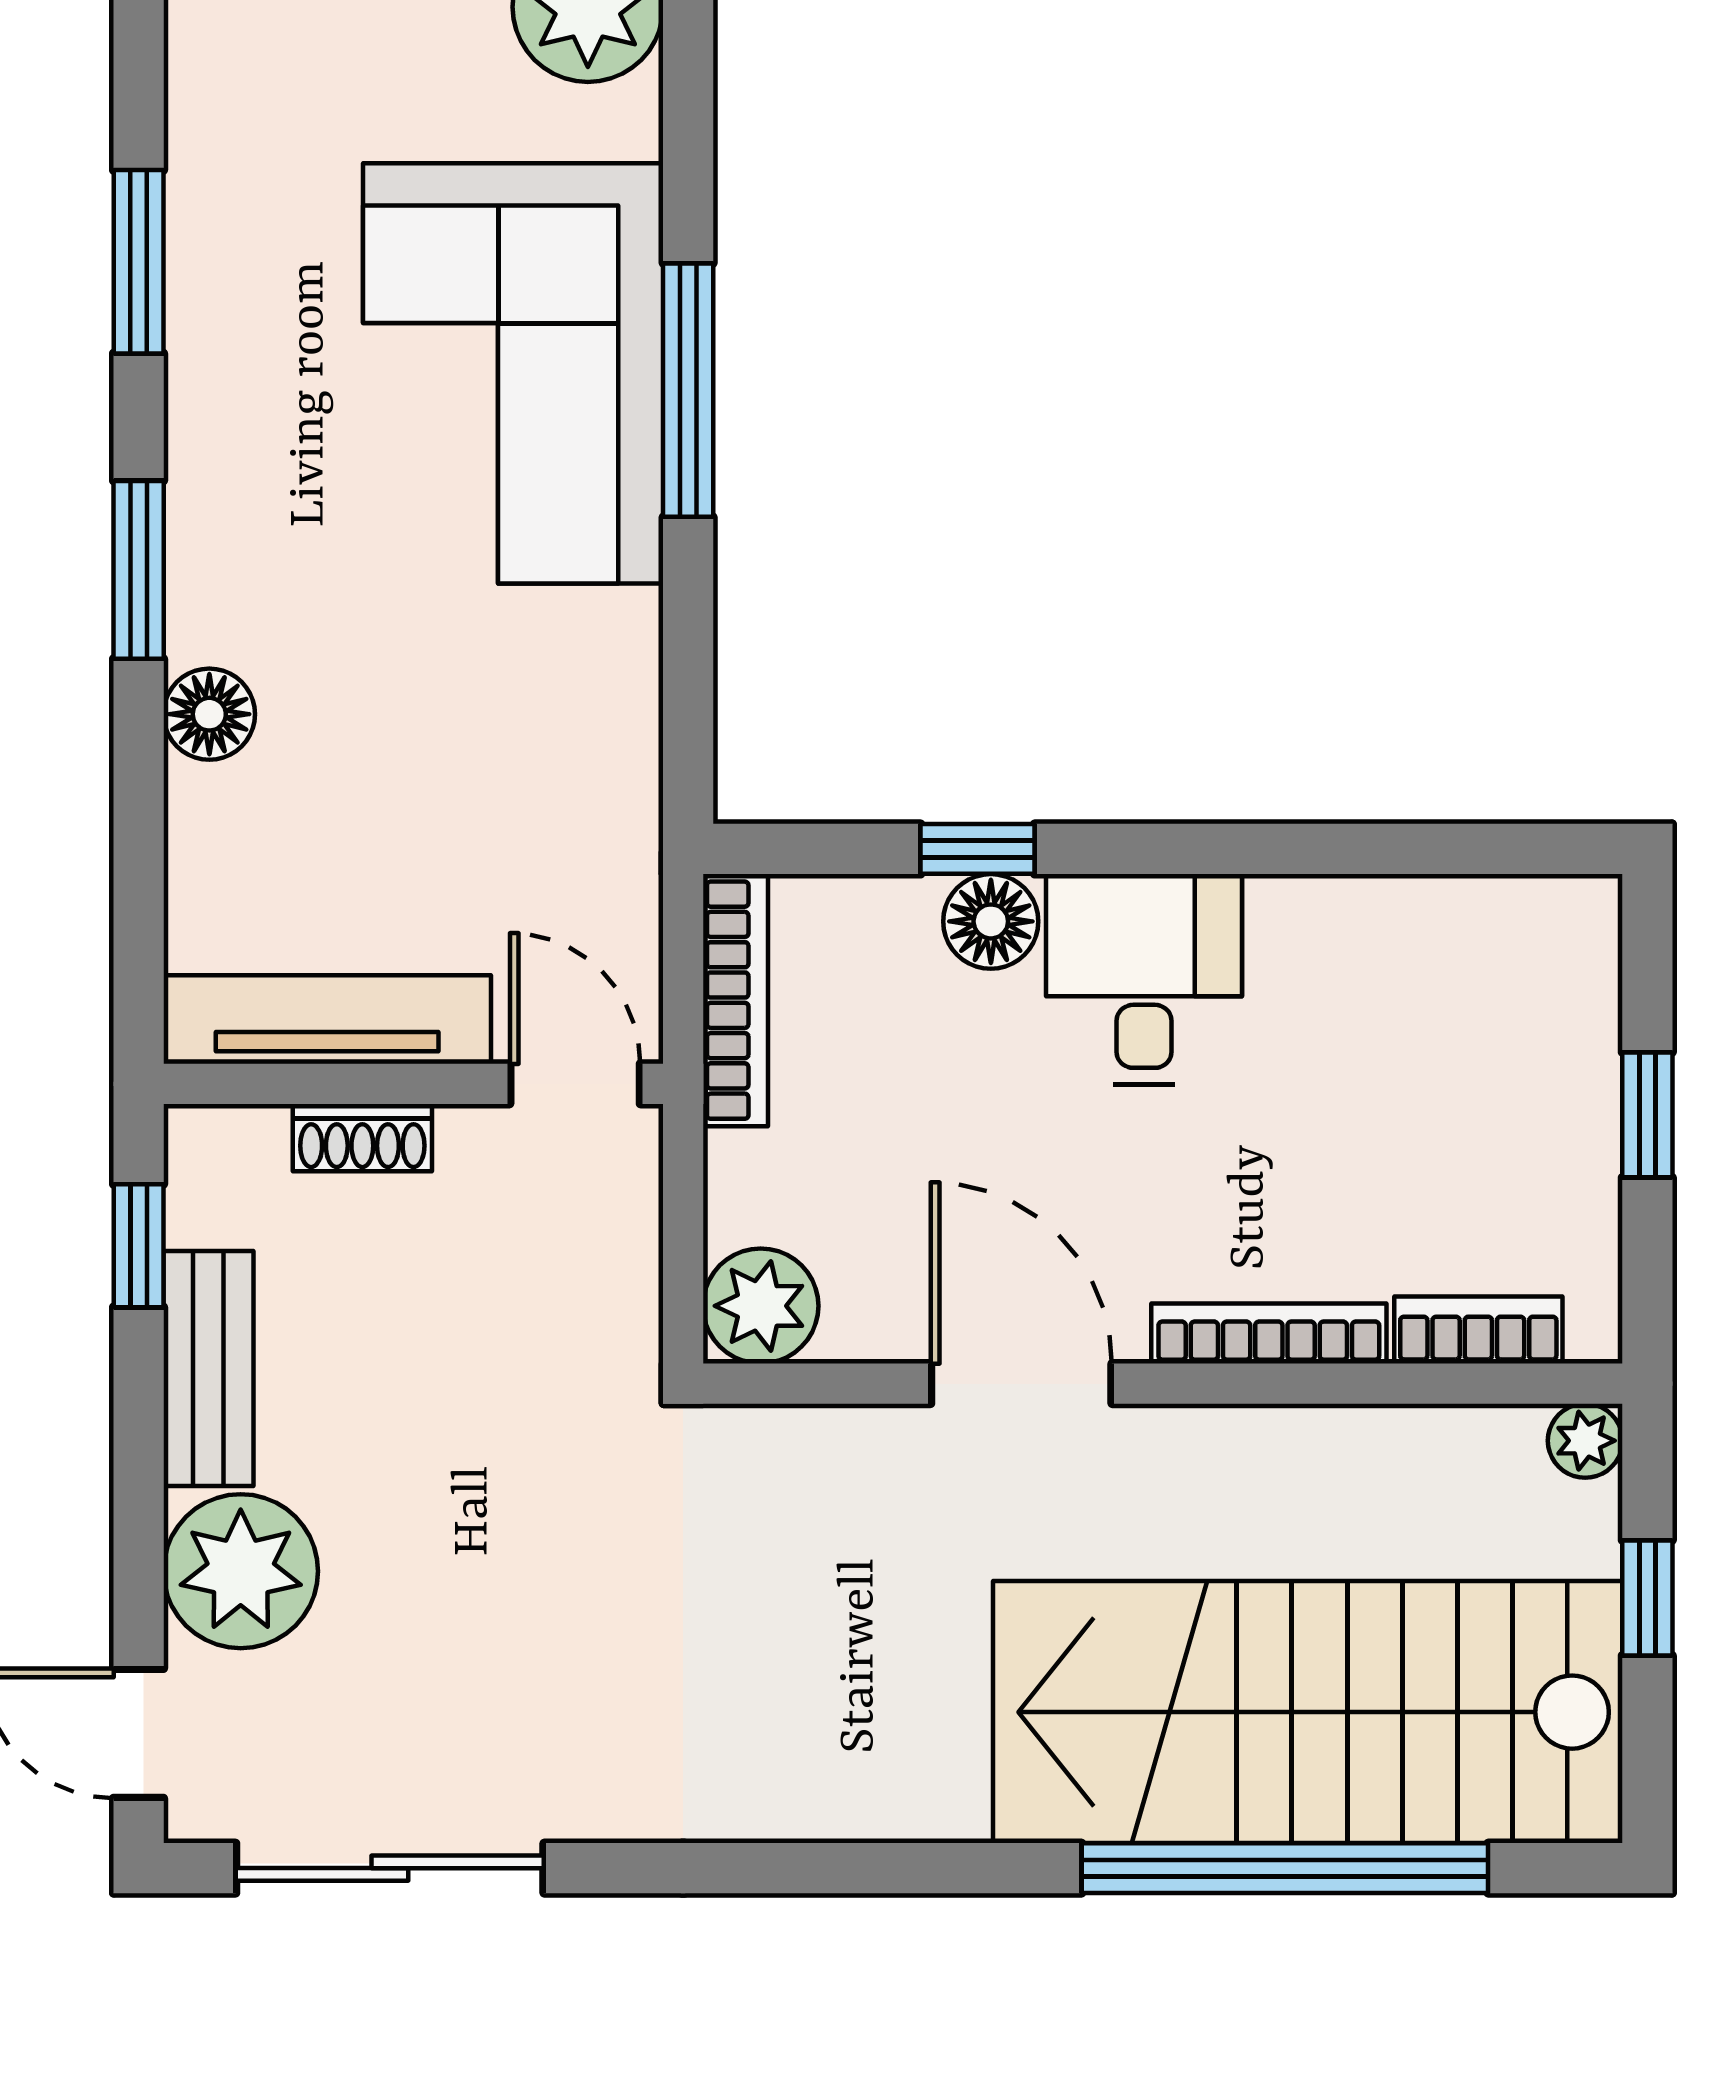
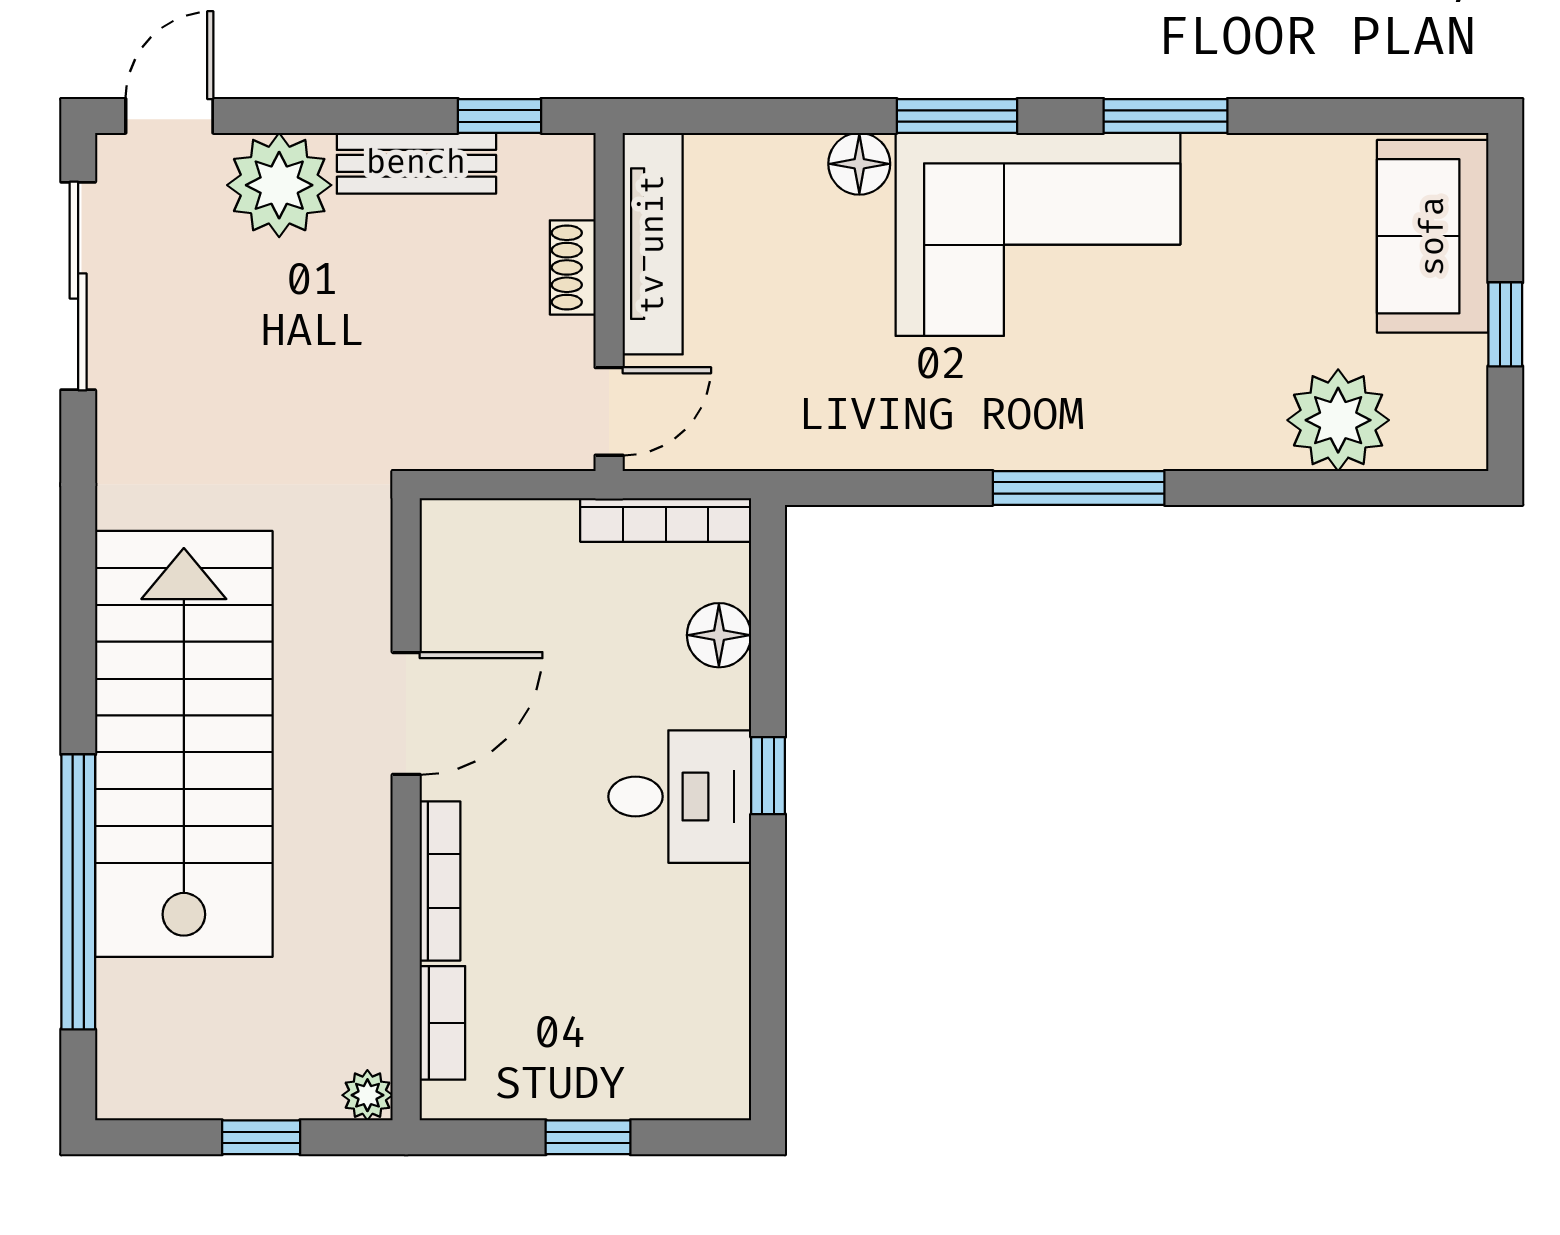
corner sofa: (513, 373) -> (1038, 234), moved, turned 180
window: (978, 849) -> (768, 776), moved
floor lamp: (991, 921) -> (719, 635), moved
plant: (761, 1306) -> (459, 537), removed
stairs: (1308, 1712) -> (184, 744), moved

